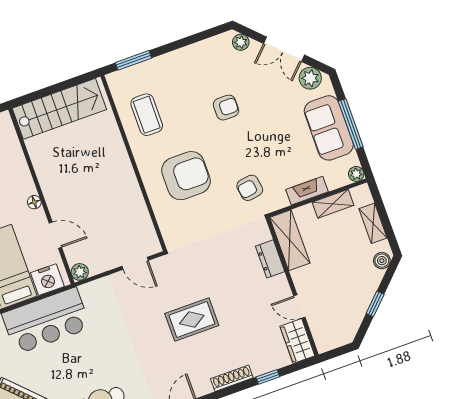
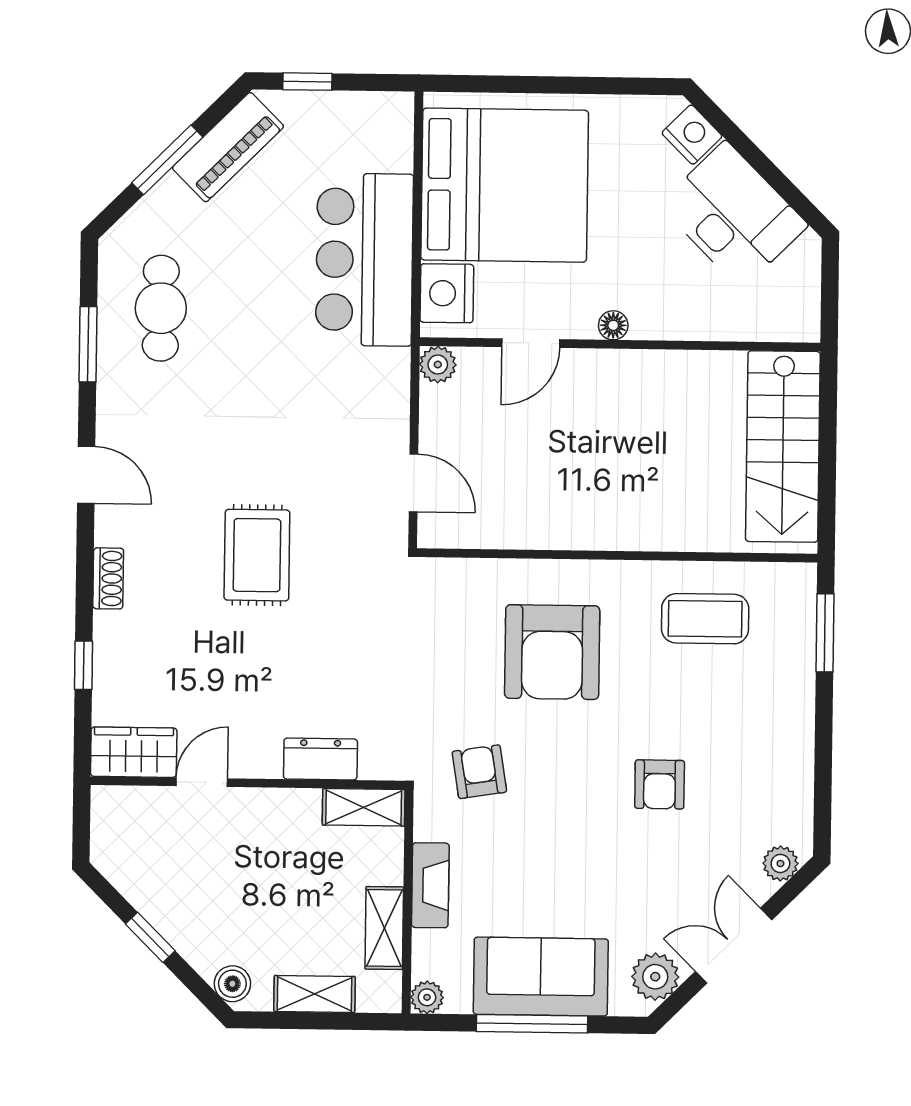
shelving: (290, 240) -> (364, 807), width x0.67, depth x0.75
door: (135, 263) -> (413, 483), swing flipped
shoe rack: (232, 378) -> (108, 578), width x0.70

